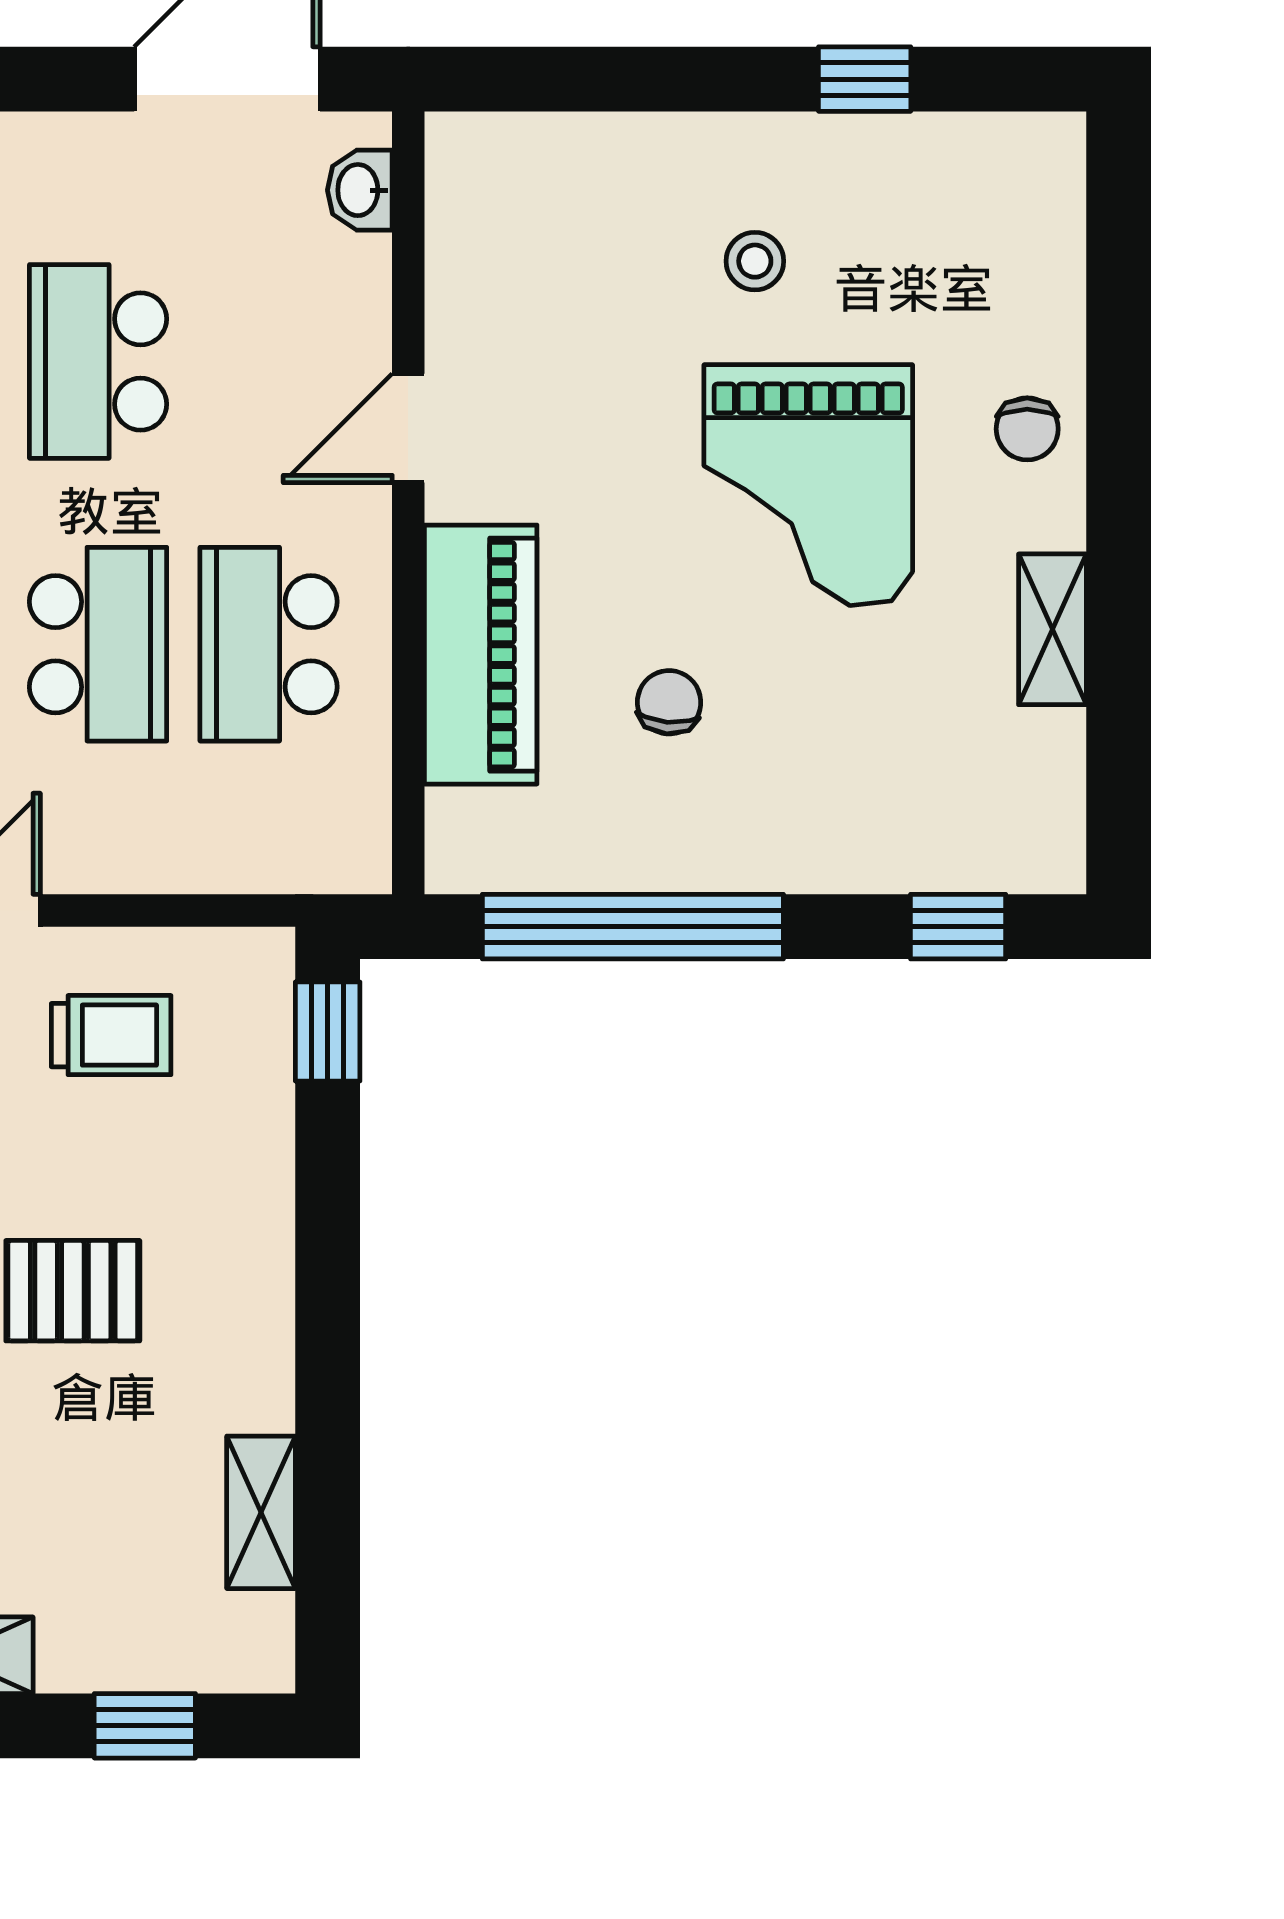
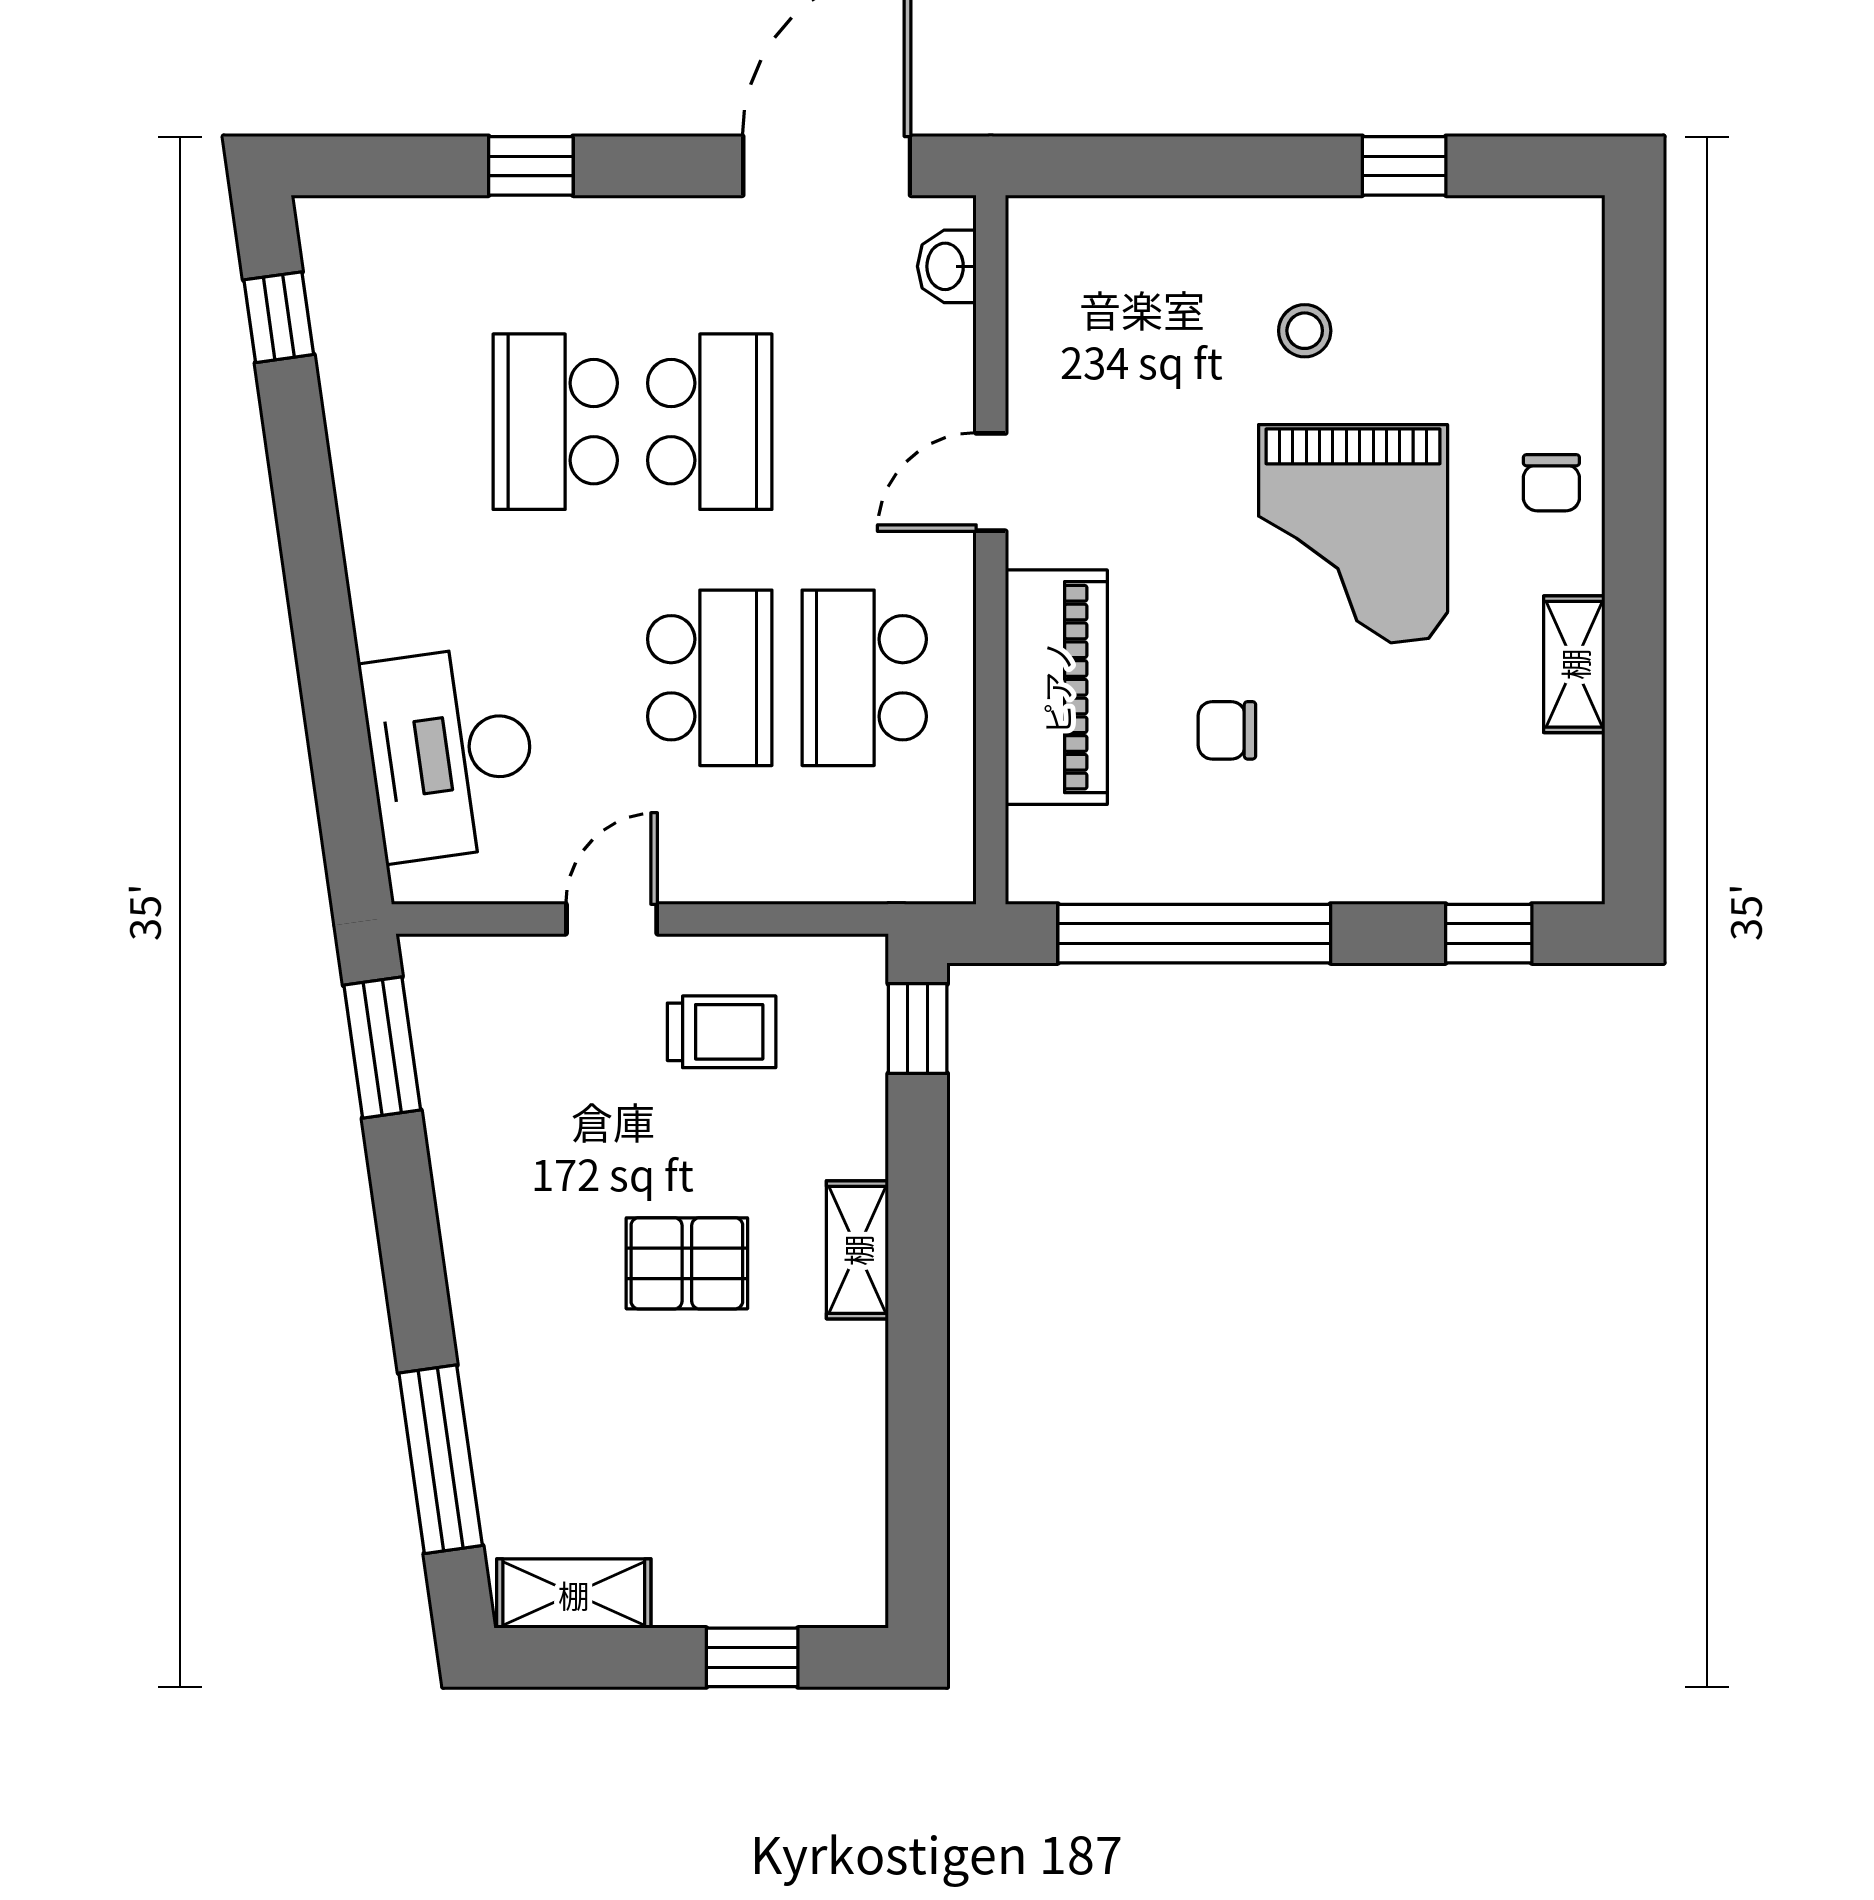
school desk: (98, 361) -> (710, 422), turned 180
chair: (669, 702) -> (1227, 730), turned -95
shelving: (261, 1512) -> (857, 1250), moved

